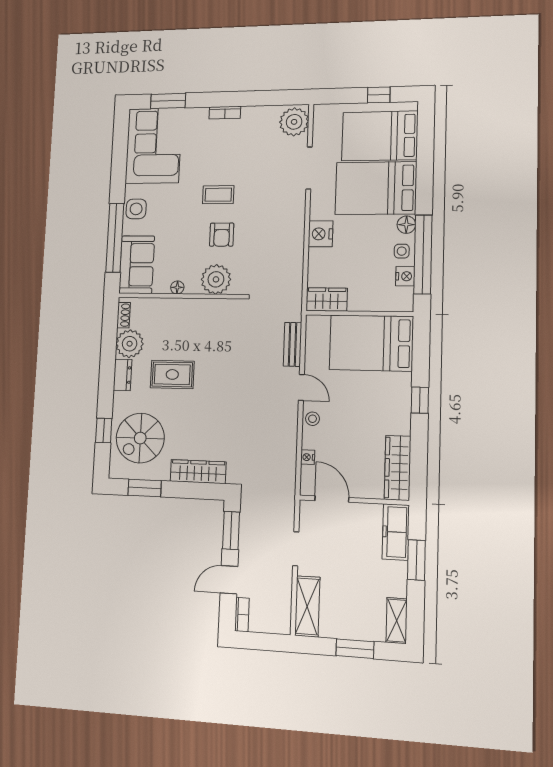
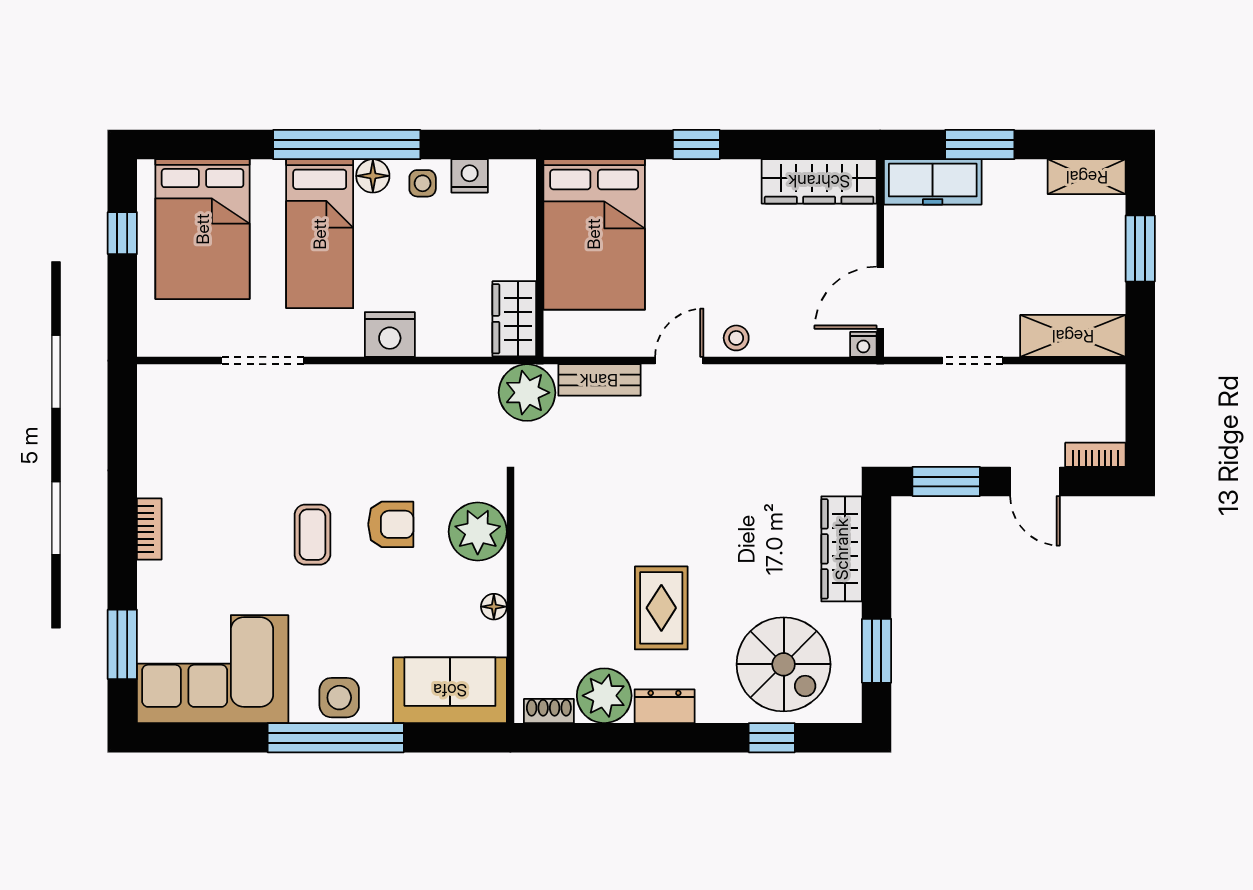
plant: (294, 122) -> (527, 393), moved
bed: (376, 188) -> (320, 234), width x0.67
window: (115, 238) -> (336, 738), moved
window: (423, 254) -> (347, 145), moved
nightstand: (308, 457) -> (863, 344), moved

